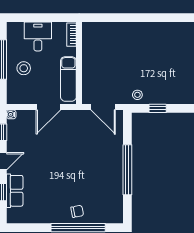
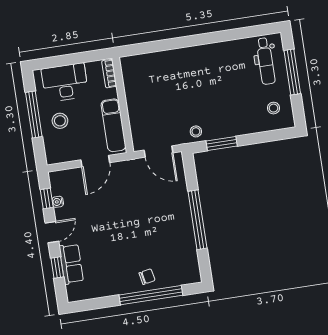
desk: (38, 36) -> (65, 82), width x1.37
window: (158, 108) -> (222, 144), width x1.50
water cooler: (11, 114) -> (58, 202), moved

